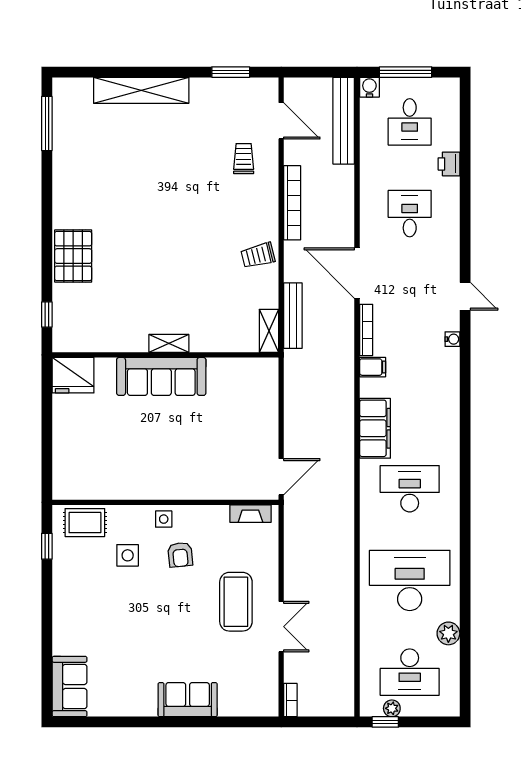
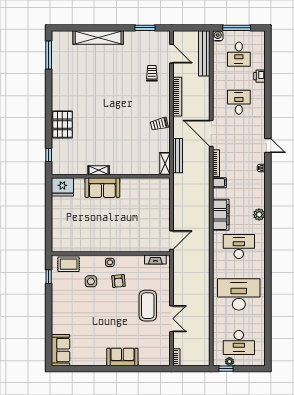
shelving: (169, 343) -> (99, 170), moved
sofa: (161, 376) -> (102, 188), width x0.73
plant: (448, 633) -> (259, 215), moved

